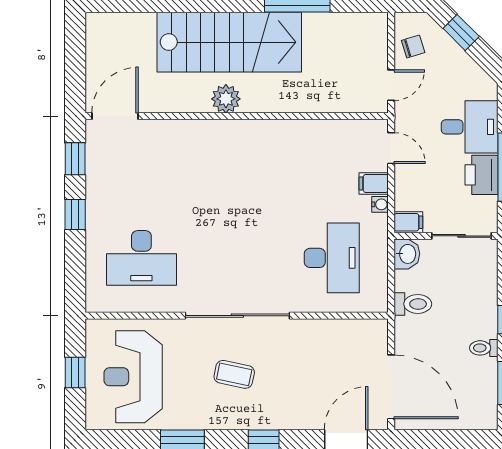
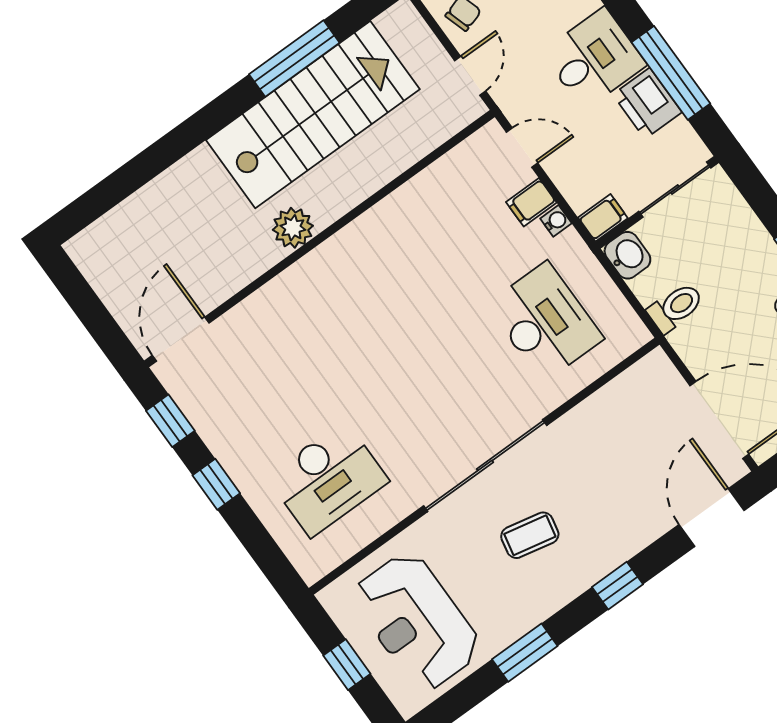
stairs: (229, 42) -> (313, 115), moved

